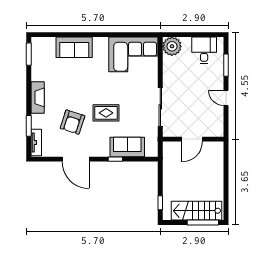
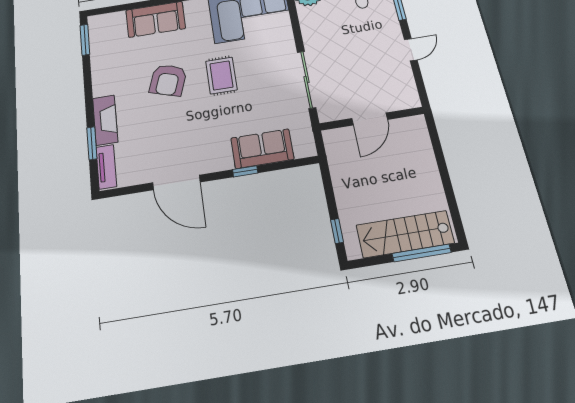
fireplace: (38, 97) -> (105, 120), moved
door: (226, 98) -> (411, 50), swing flipped
rug: (106, 113) -> (221, 75), moved, turned 90
armchair: (73, 122) -> (168, 80), moved

